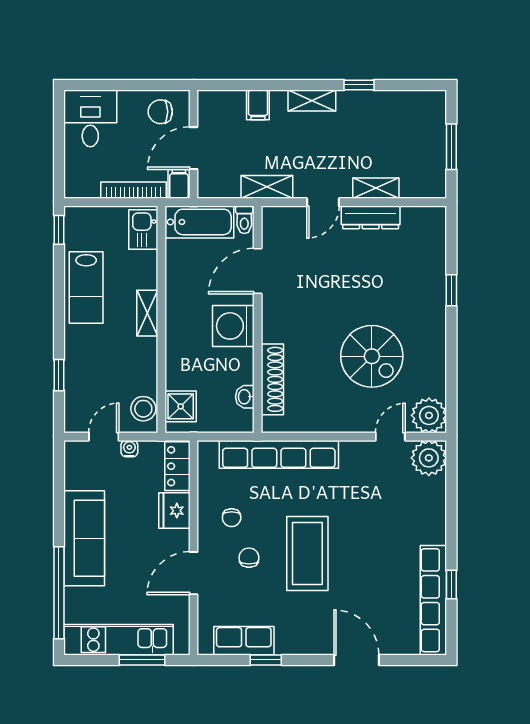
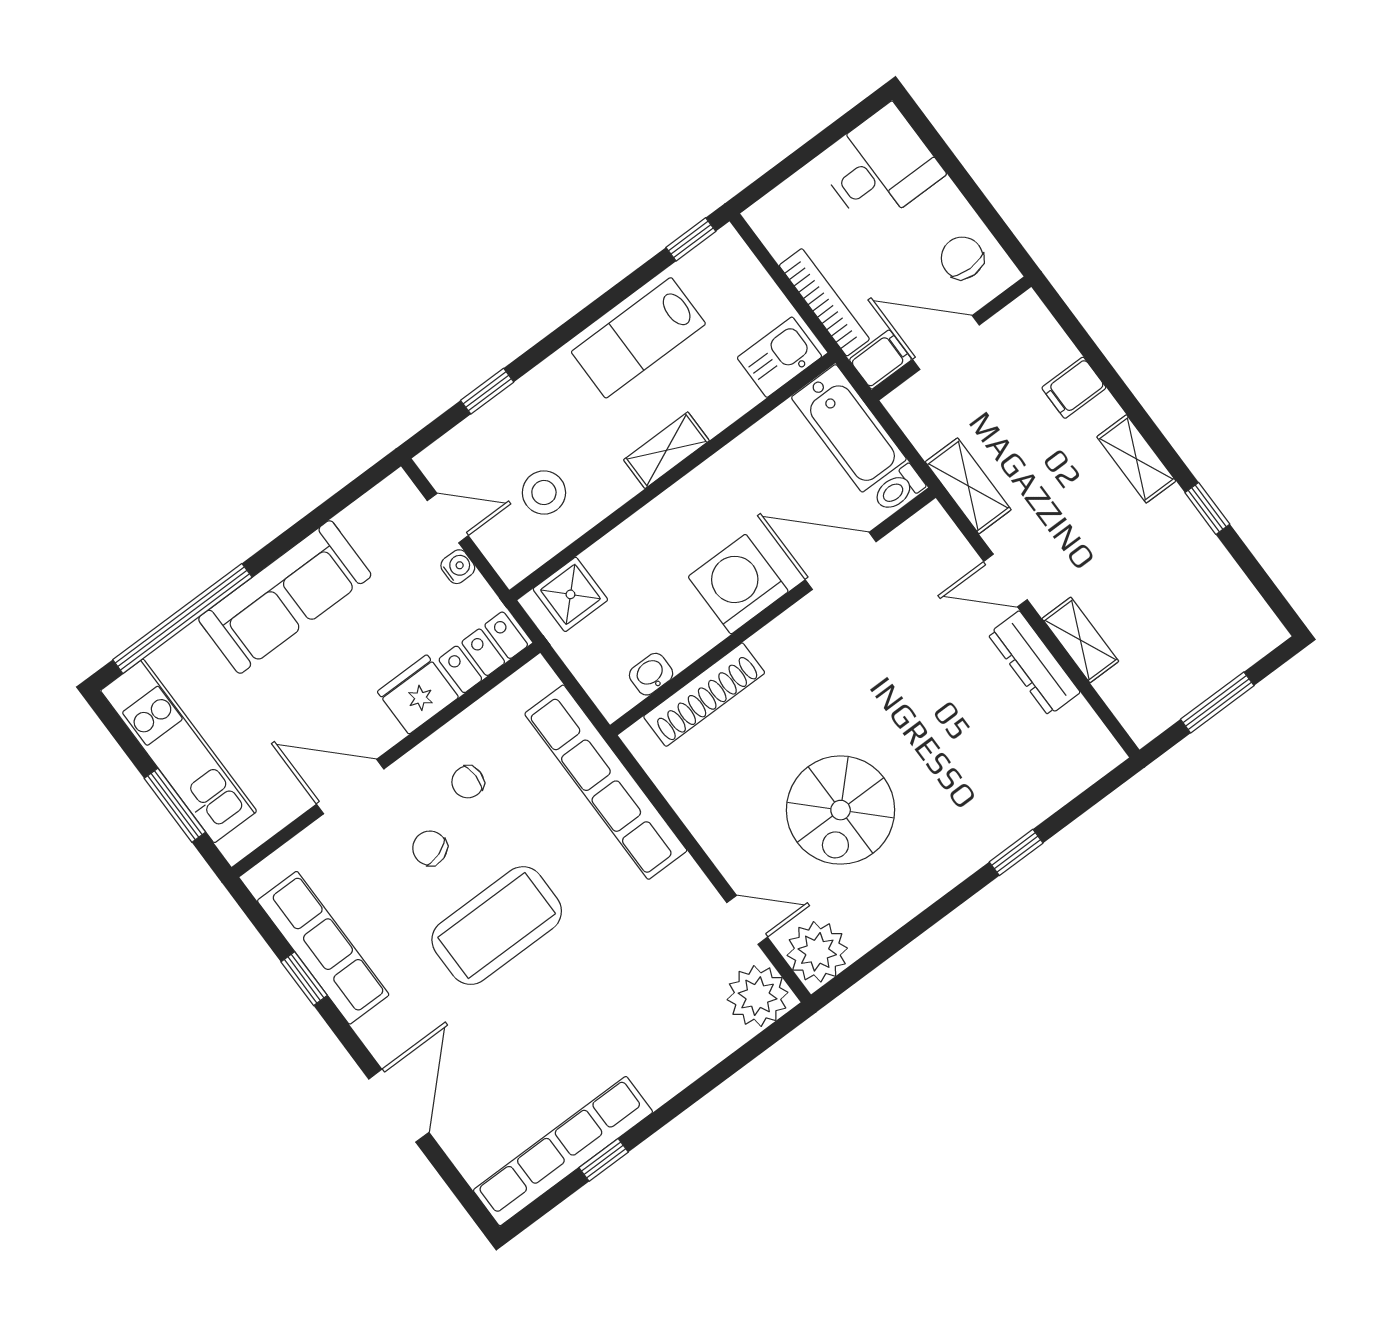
stool: (143, 409) -> (544, 493), moved
chair: (249, 558) -> (430, 848), turned -110
row of seats: (244, 641) -> (323, 948), width x1.48

